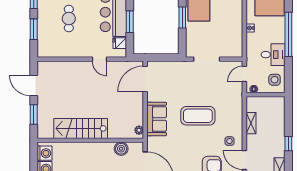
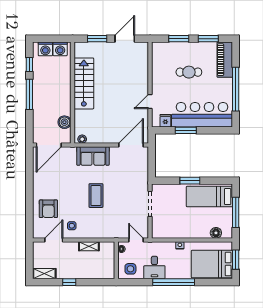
door: (145, 79) -> (131, 145), hinge flipped
coffee table: (198, 116) -> (96, 196), width x0.73, depth x0.76

